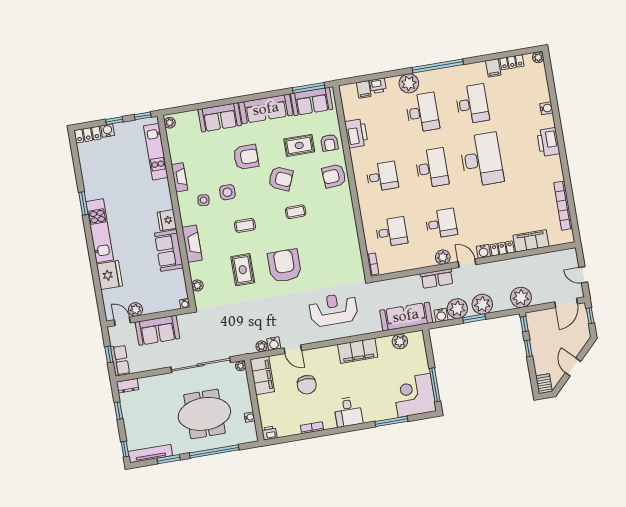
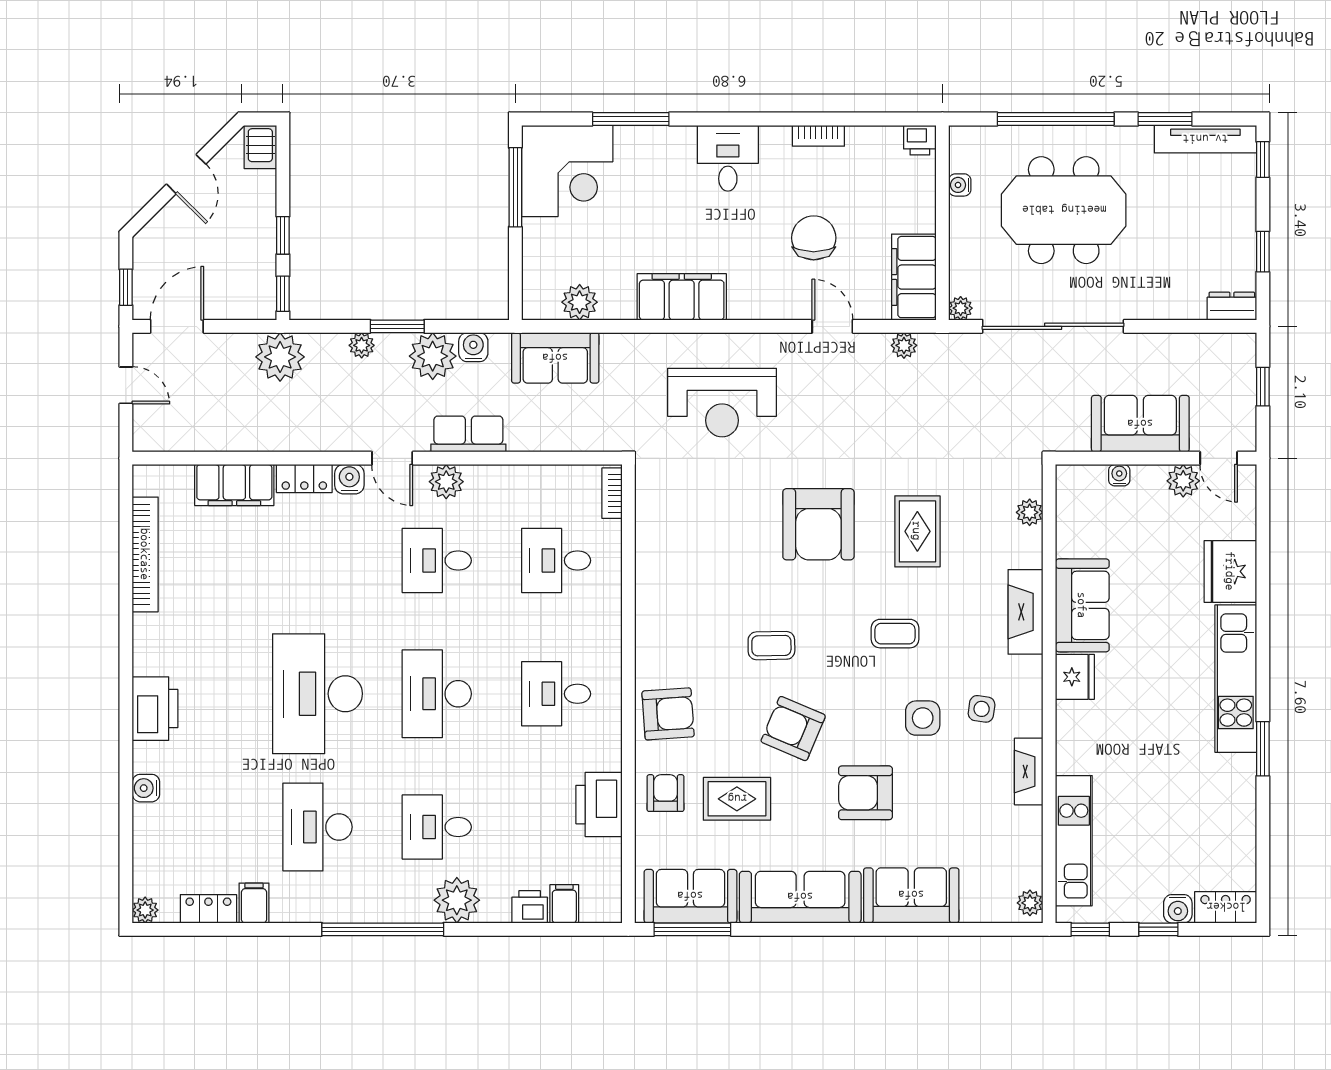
desk: (422, 112) -> (437, 827), width x0.73
water cooler: (185, 304) -> (1119, 475), moved
plant: (482, 304) -> (362, 345), width x0.53, depth x0.53
sofa: (406, 316) -> (555, 358), width x0.73
water cooler: (274, 344) -> (874, 347), removed
row of seats: (120, 360) -> (1239, 368), removed

